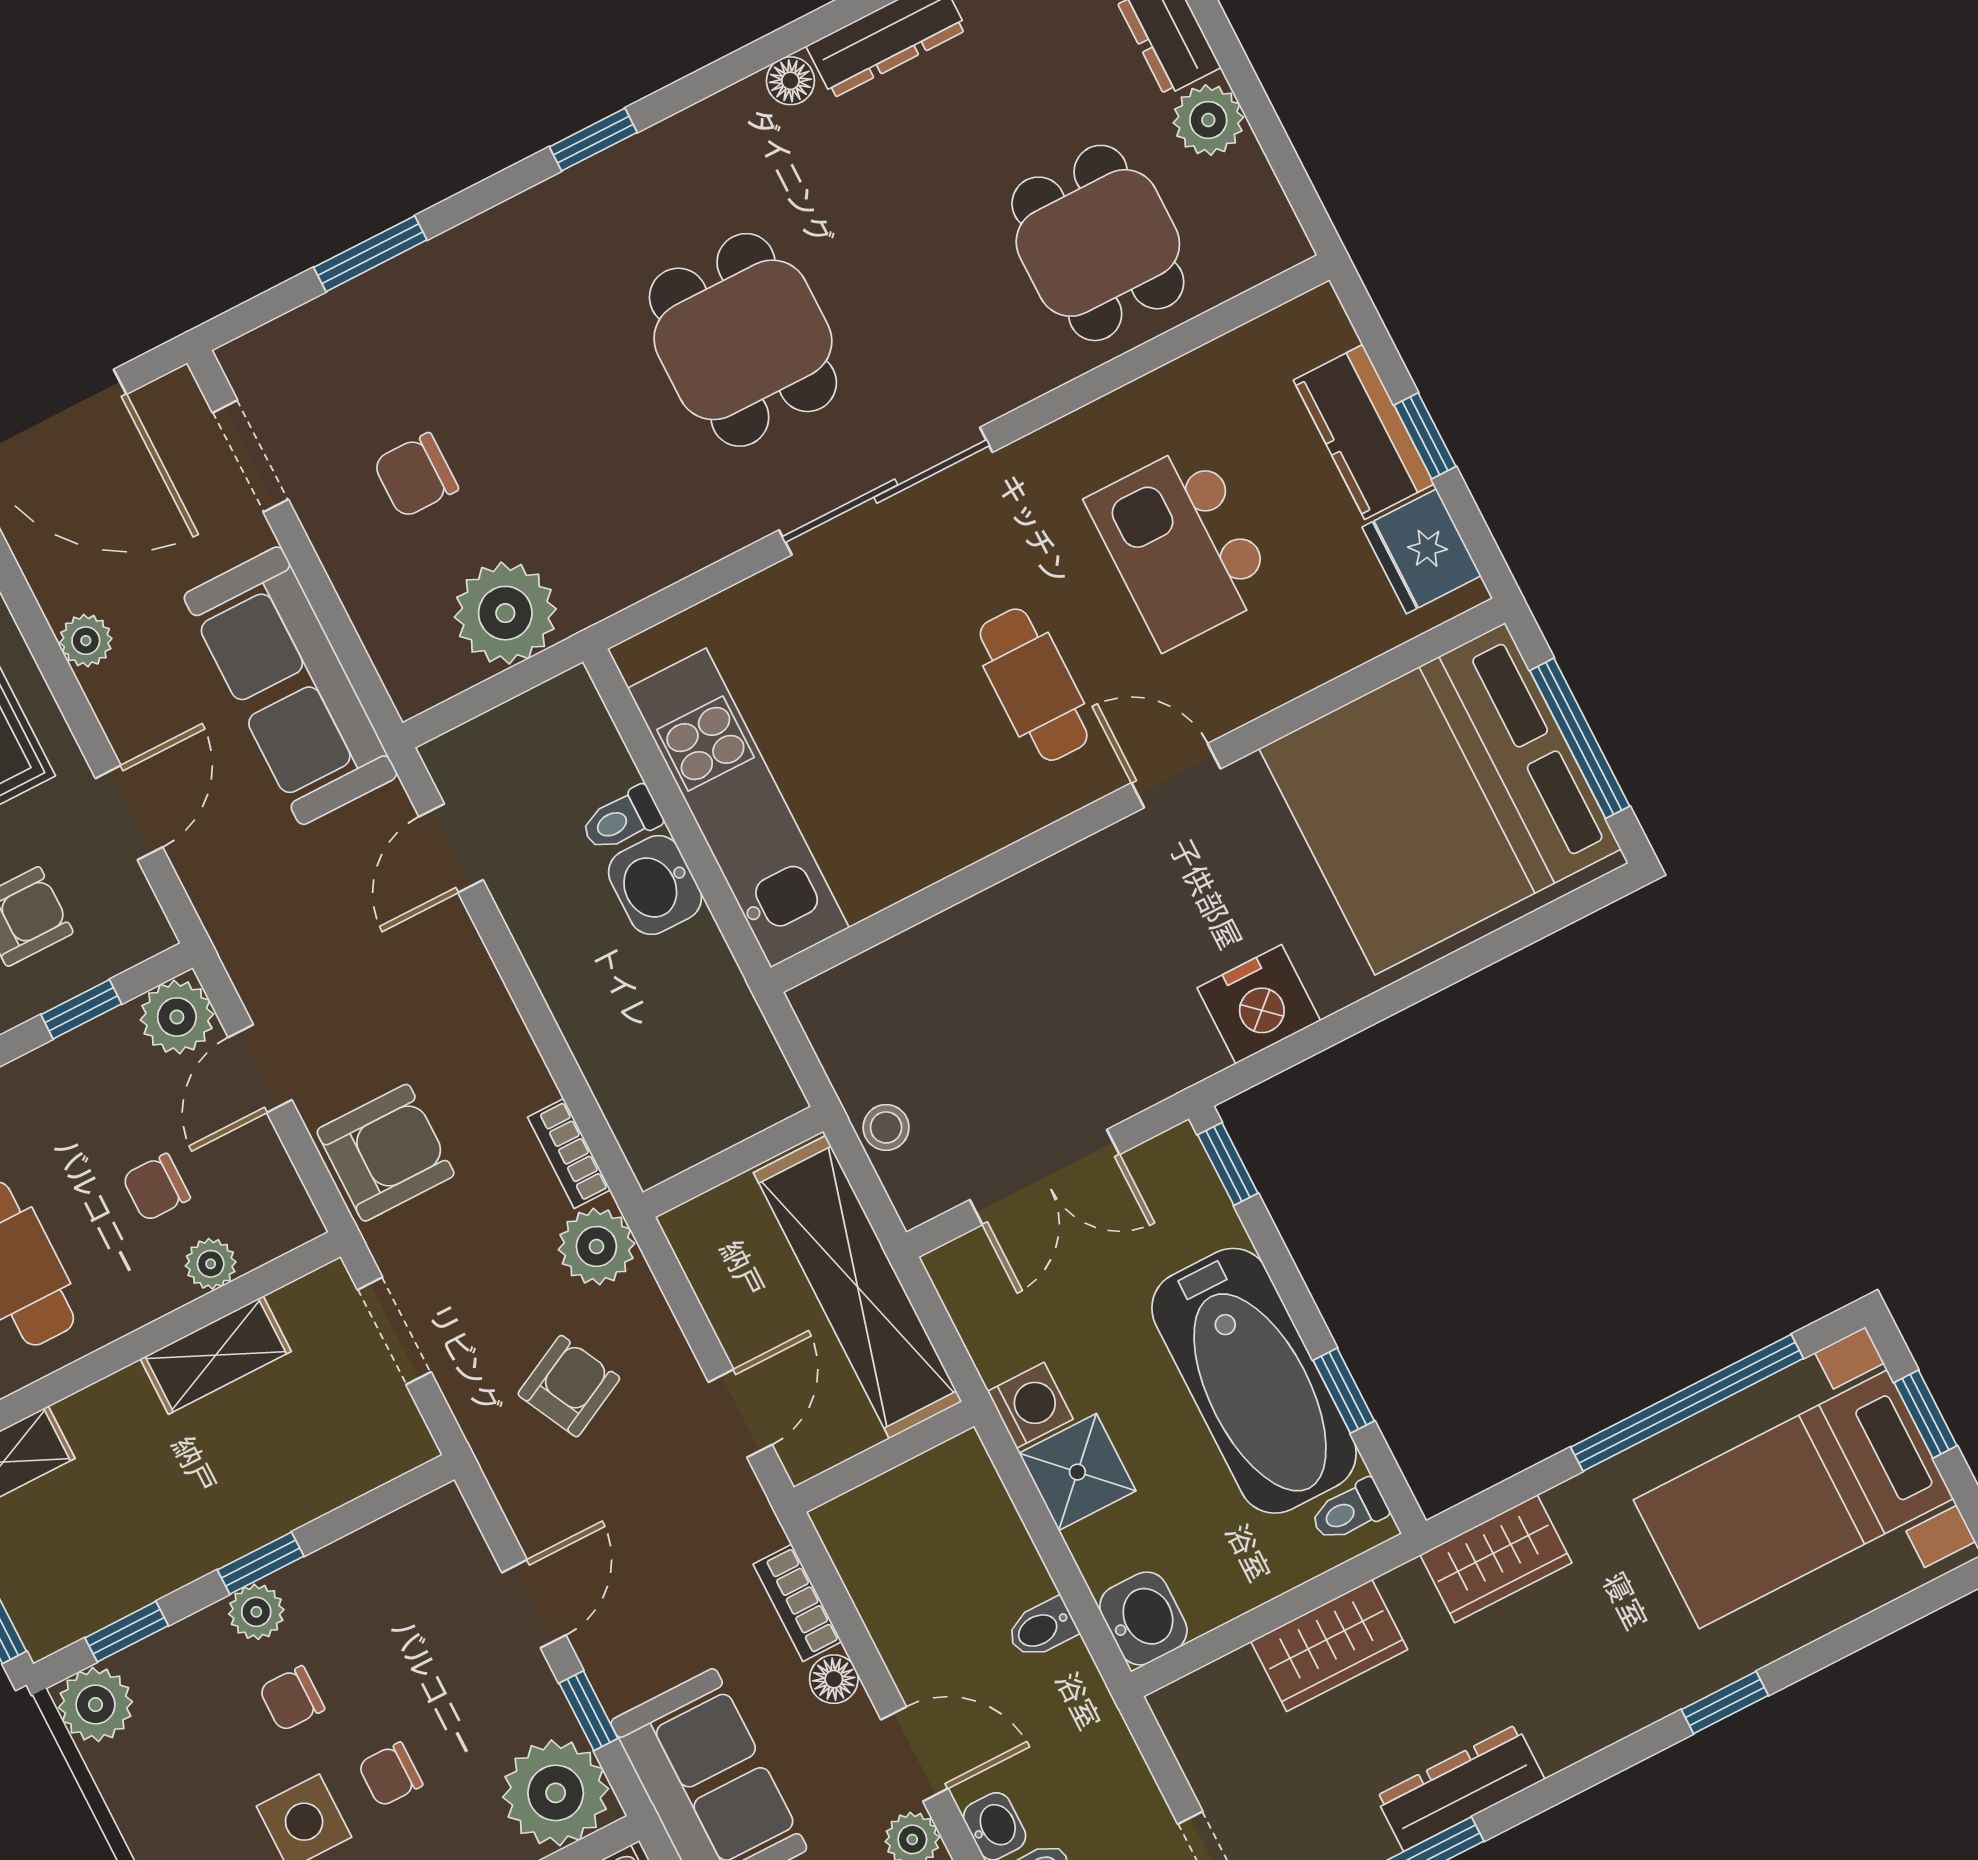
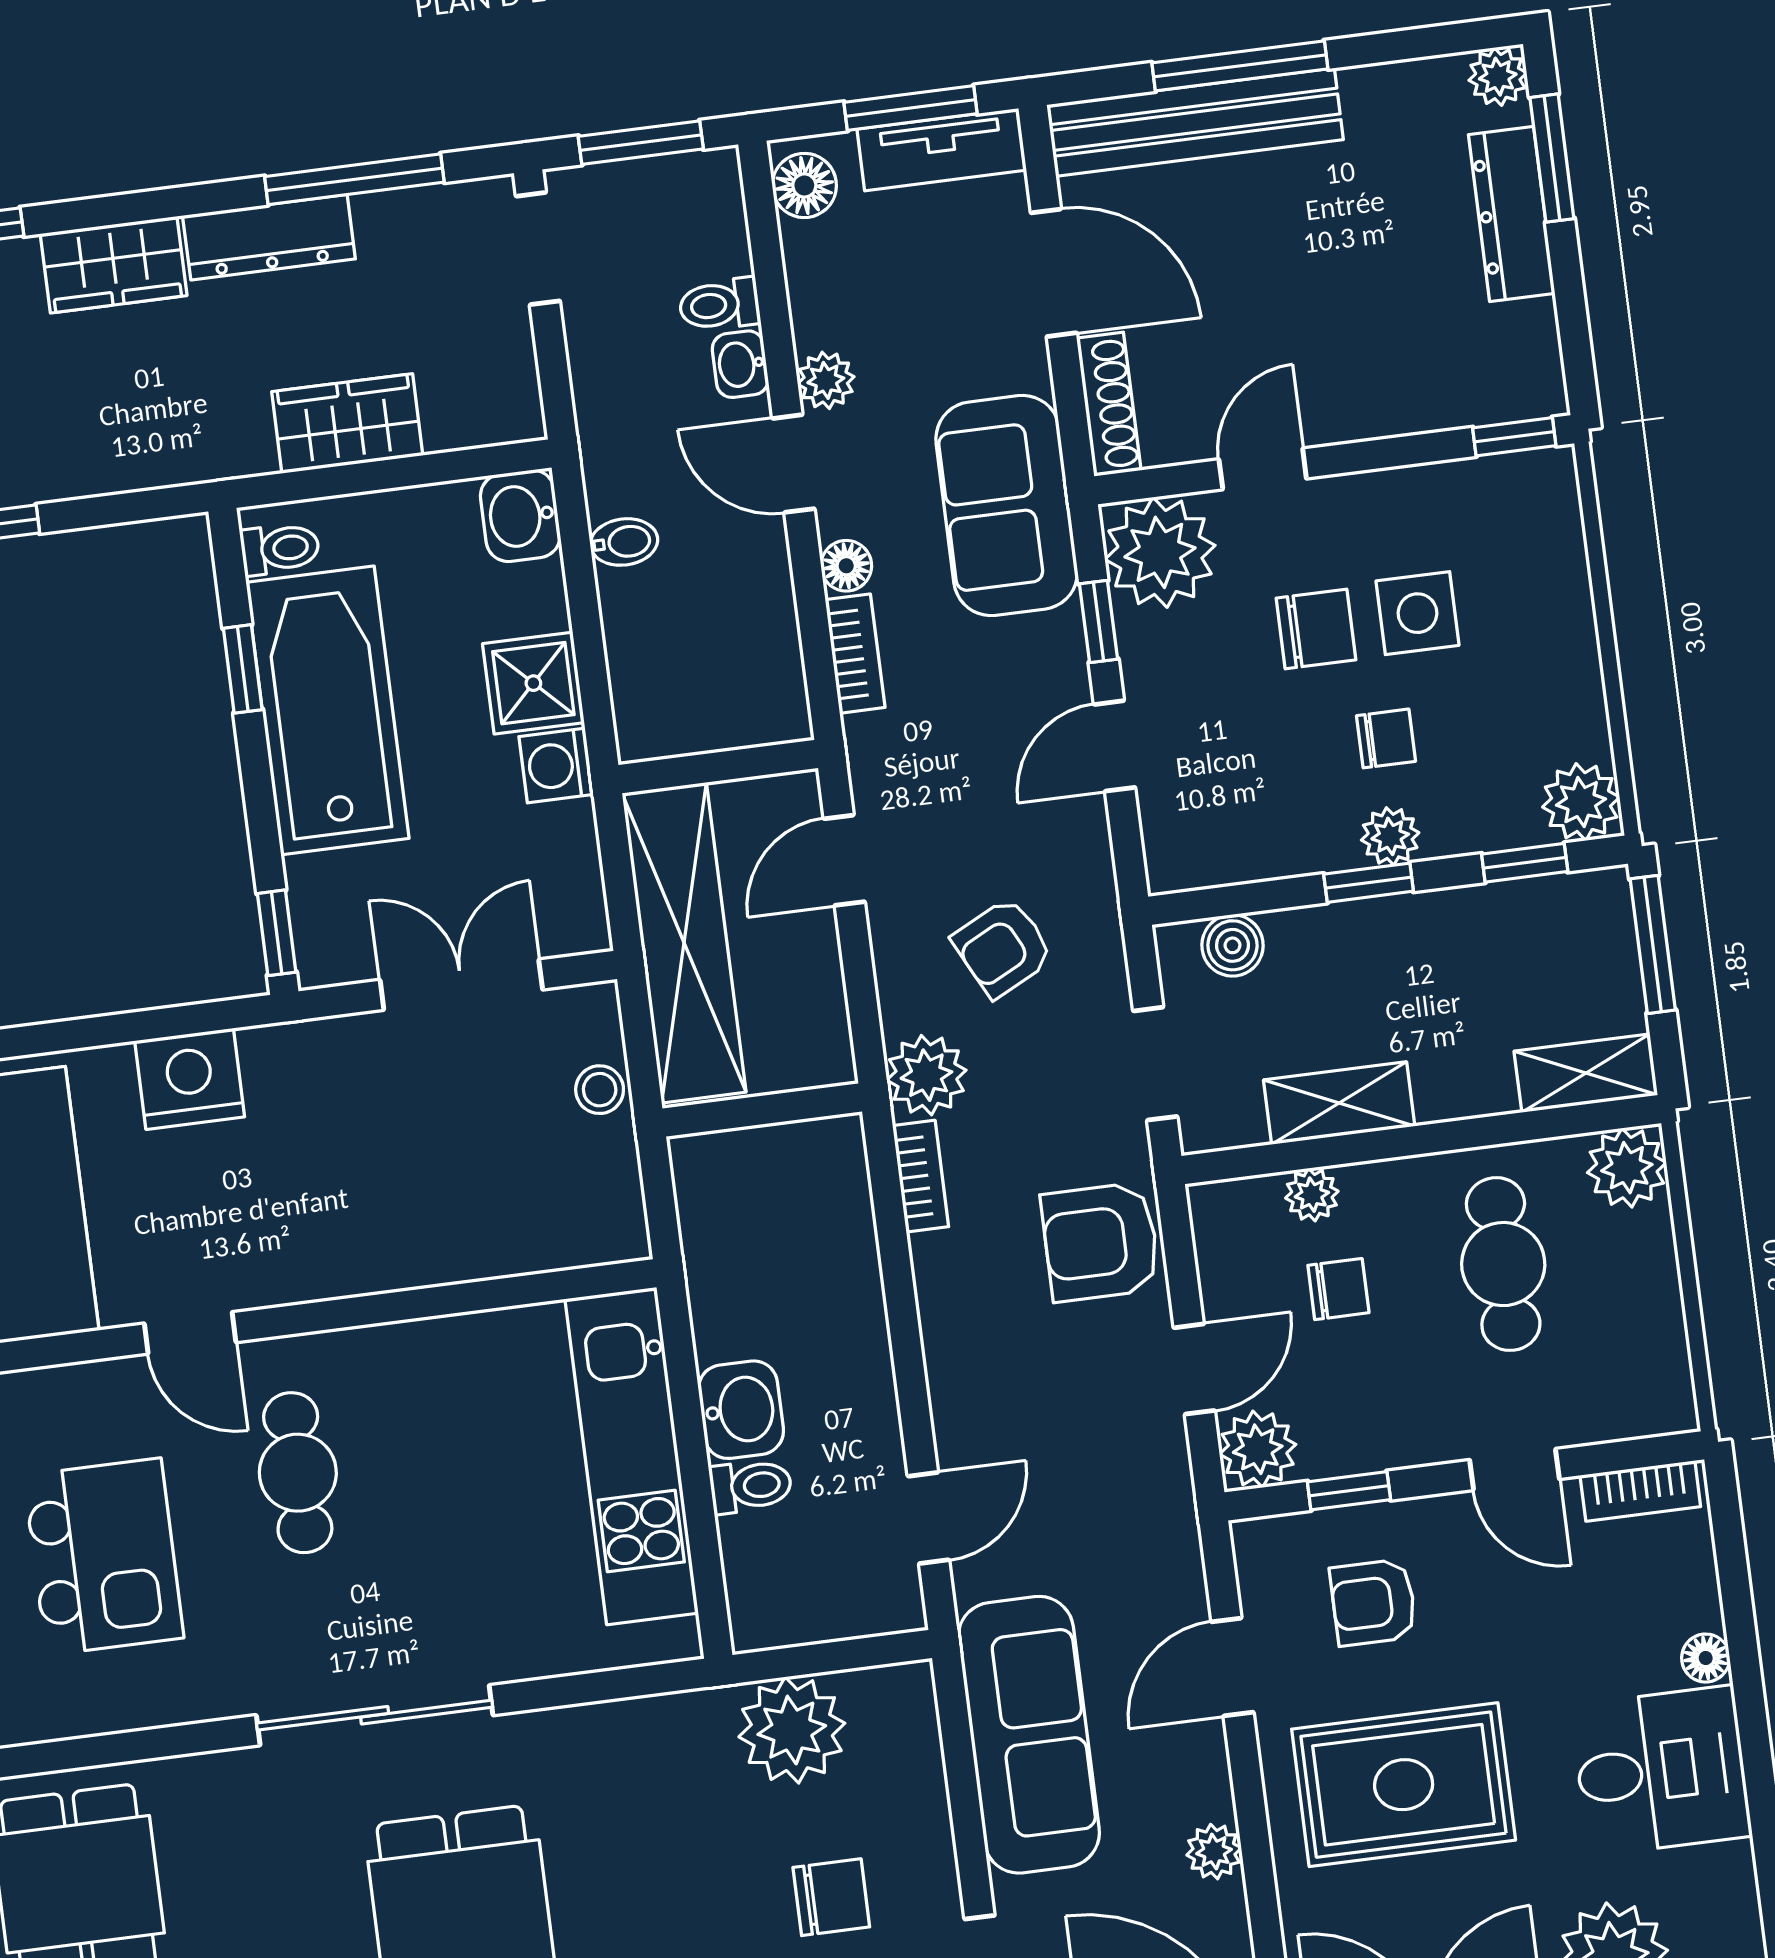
boiler: (363, 1463) -> (1232, 945), added
wardrobe: (1496, 1559) -> (114, 265), moved, turned 180
chair: (390, 1774) -> (1316, 629), width x1.37, depth x1.37

